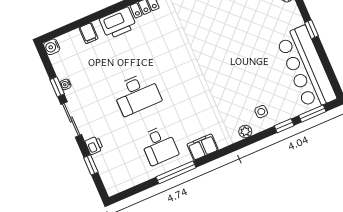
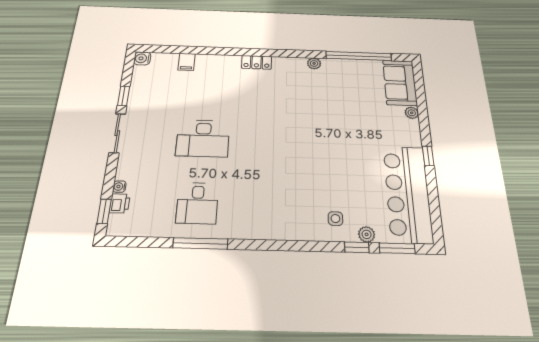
printer: (118, 23) -> (221, 65), removed
water cooler: (65, 84) -> (119, 187), moved
plant: (245, 131) -> (367, 234), moved
printer: (94, 145) -> (120, 203), moved
filing cabinet: (203, 147) -> (247, 228), removed
window: (91, 165) -> (104, 211), moved

